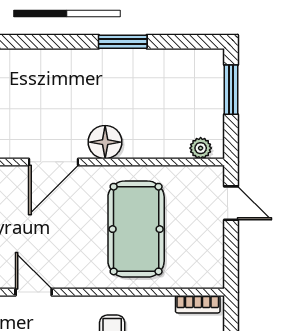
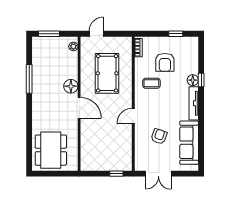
window: (123, 42) -> (29, 79), width x1.44
pool table: (136, 229) -> (107, 73), turned 90

